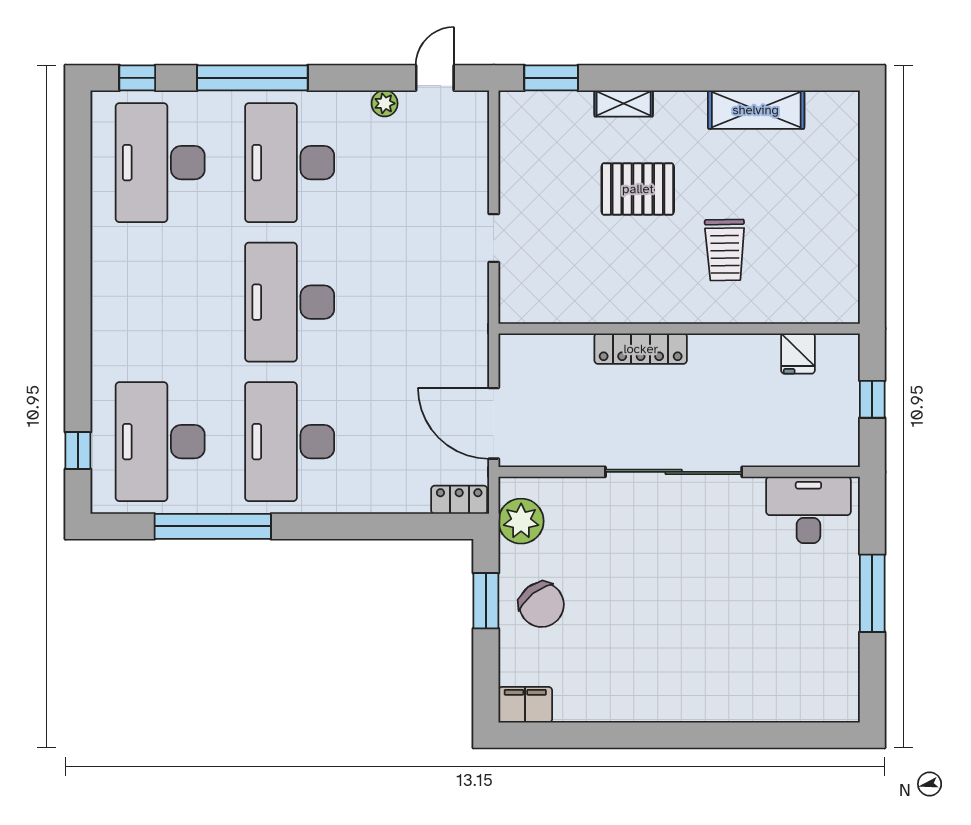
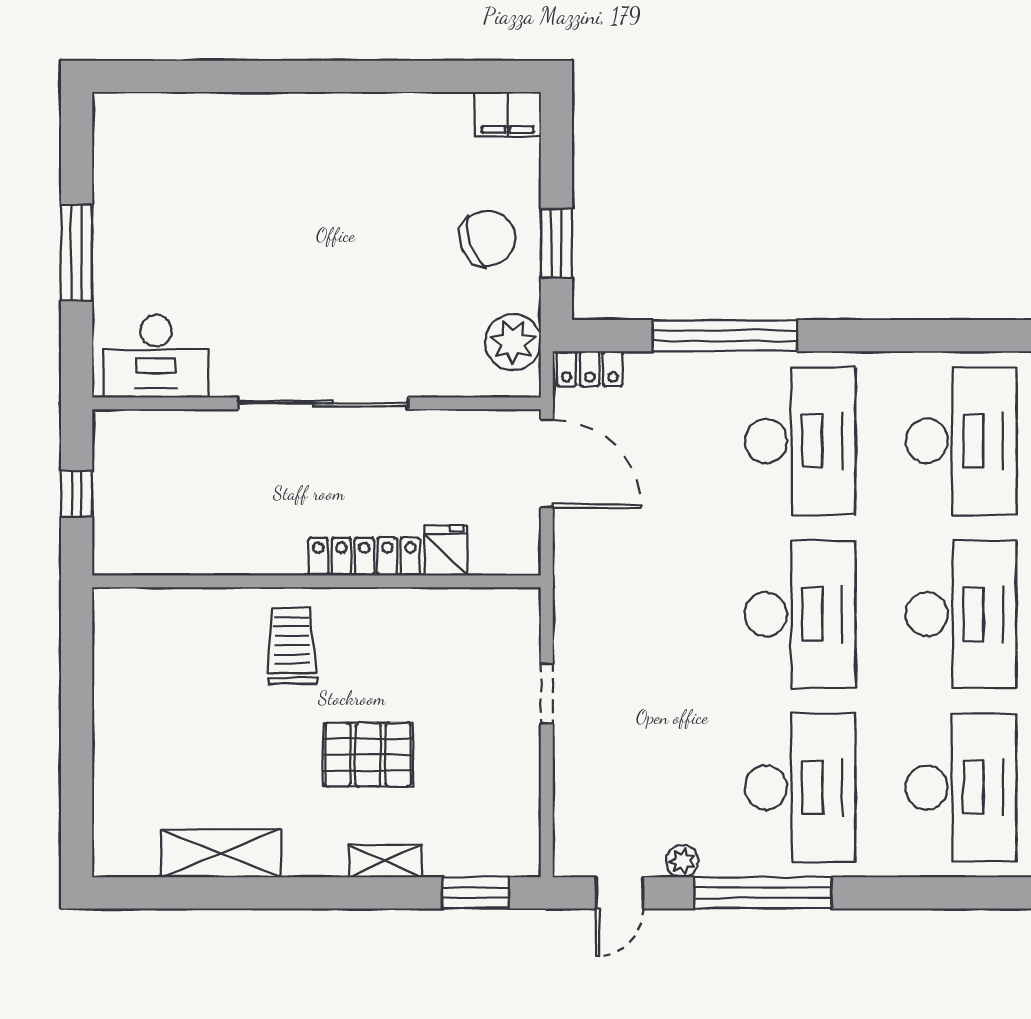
window: (137, 78) -> (990, 893), removed
window: (252, 78) -> (763, 893), moved
trolley: (725, 250) -> (292, 646), moved
desk: (160, 302) -> (961, 614), added
fridge: (798, 353) -> (446, 550), moved
window: (213, 526) -> (725, 336), moved
chair: (542, 605) -> (487, 238), turned 109

